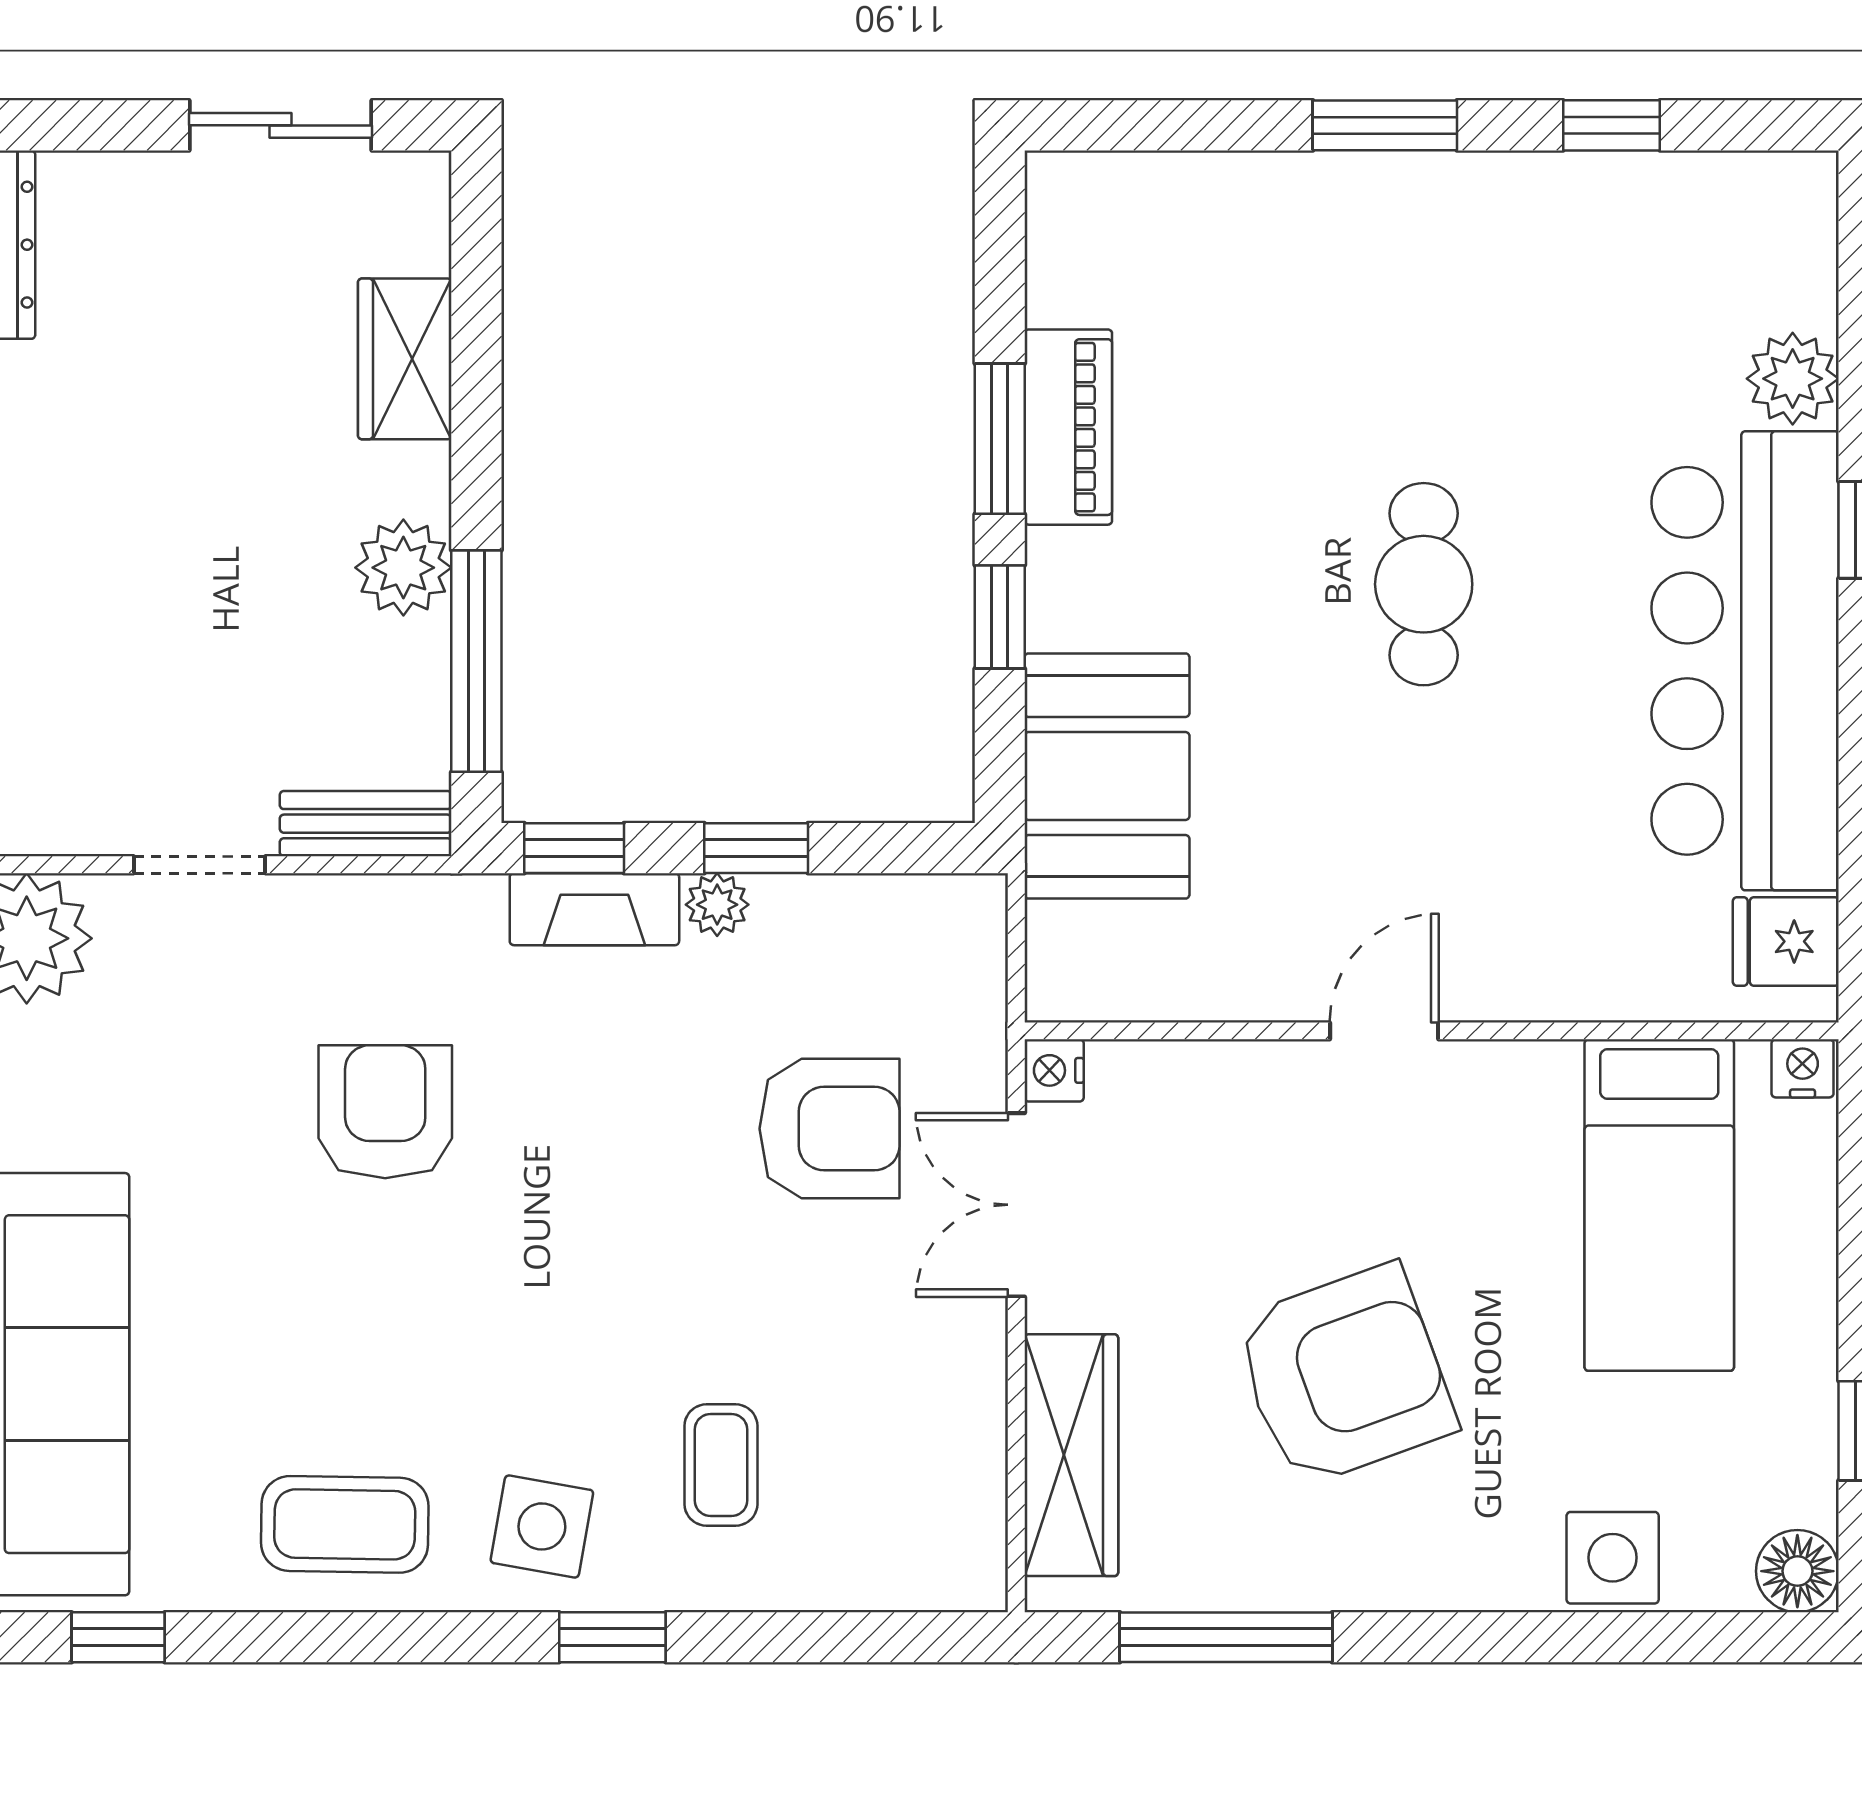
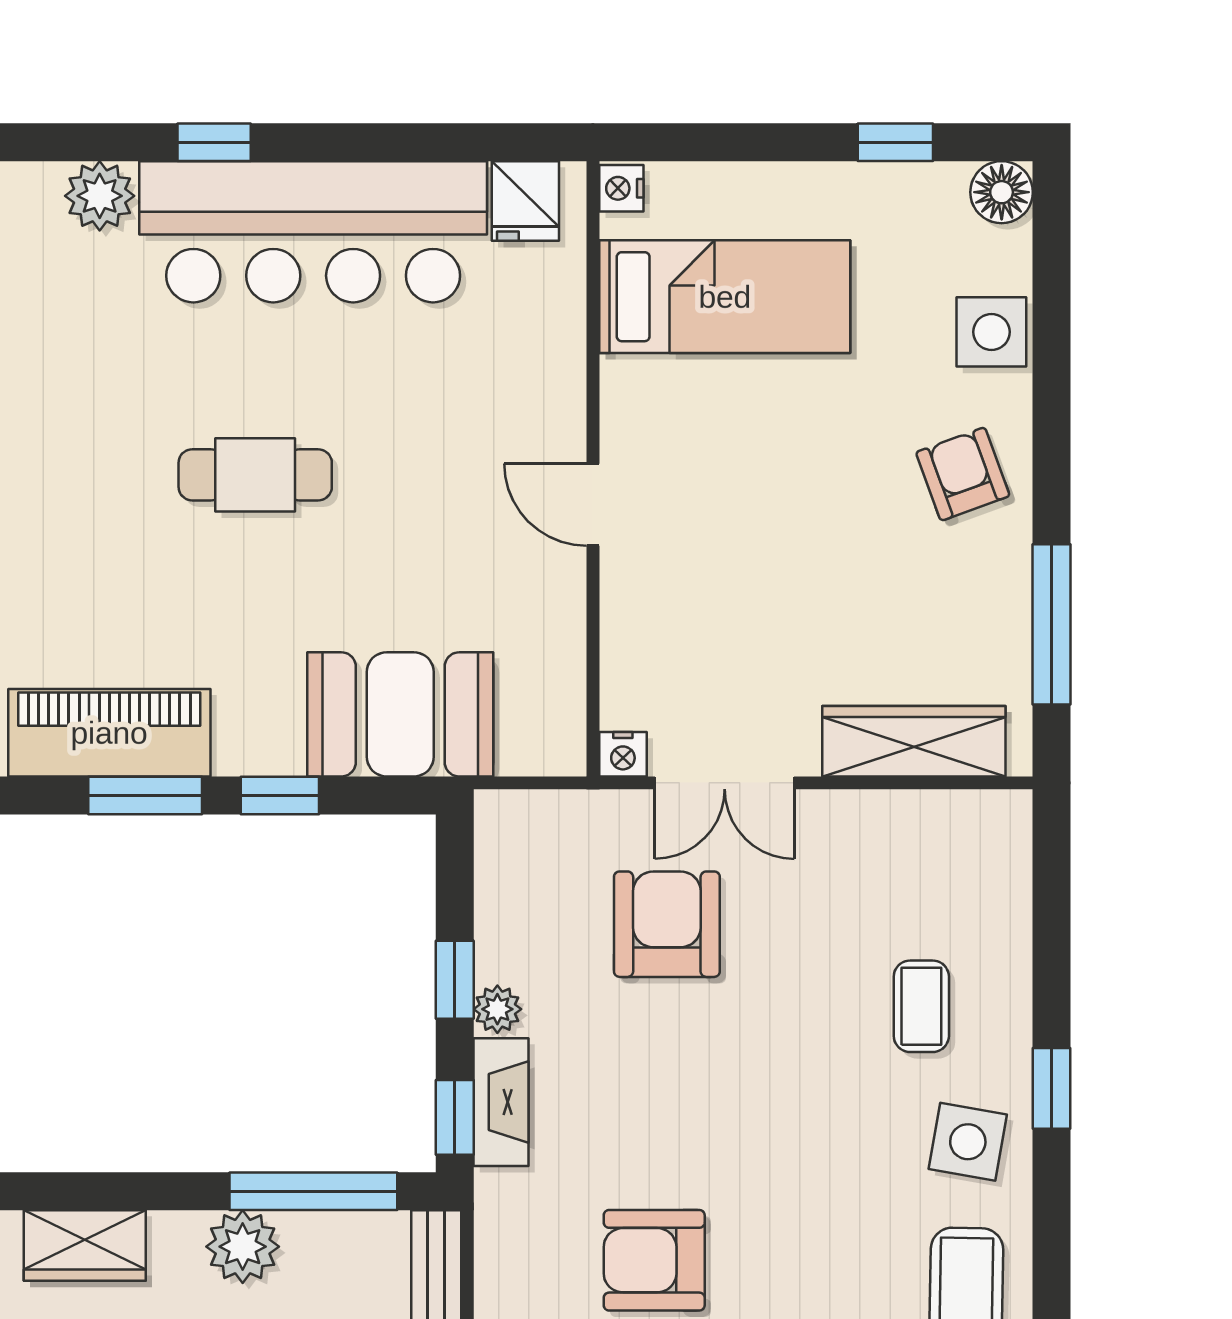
piano: (1068, 427) -> (109, 733), width x1.37, depth x1.33
armchair: (1344, 1375) -> (963, 474), moved, width x0.53, depth x0.53
coffee table: (721, 1465) -> (921, 1006), turned 90

